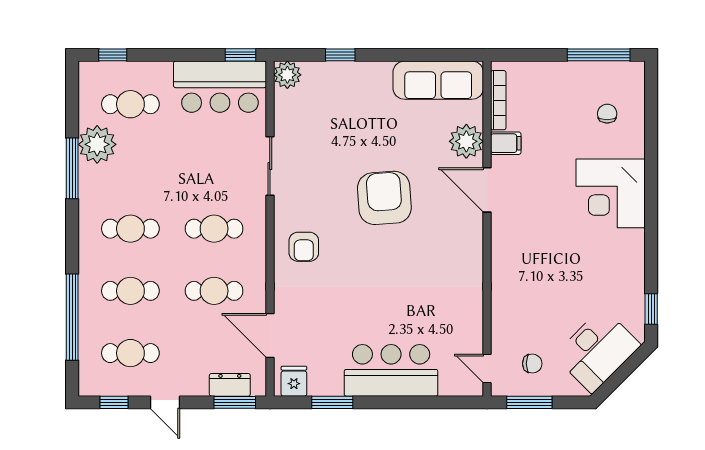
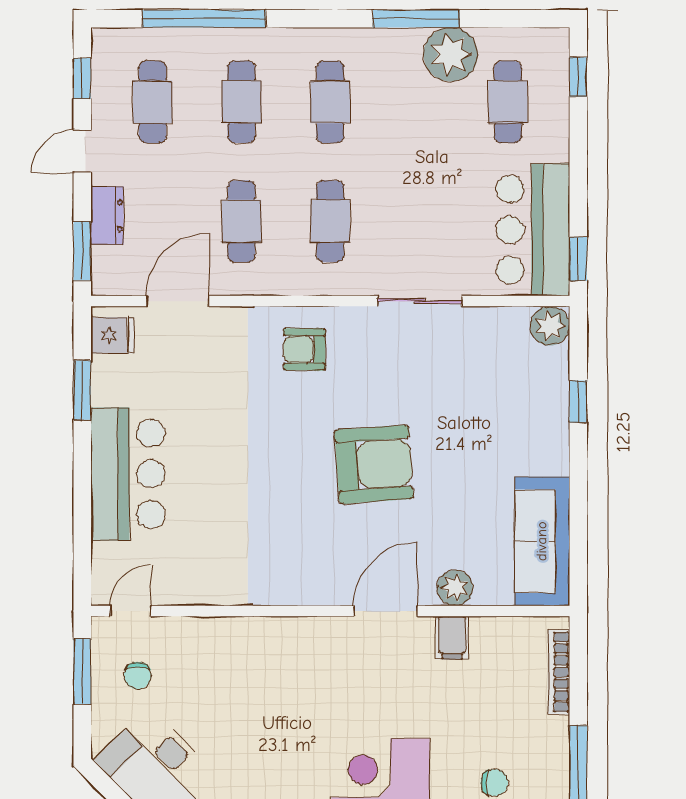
bookcase: (498, 100) -> (559, 672), moved, turned 90
plant: (466, 141) -> (455, 588), width x0.73, depth x0.73
dresser: (230, 385) -> (107, 215), moved

